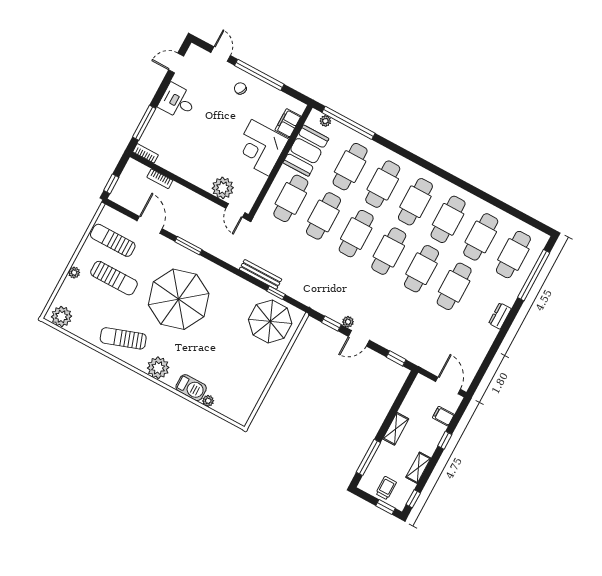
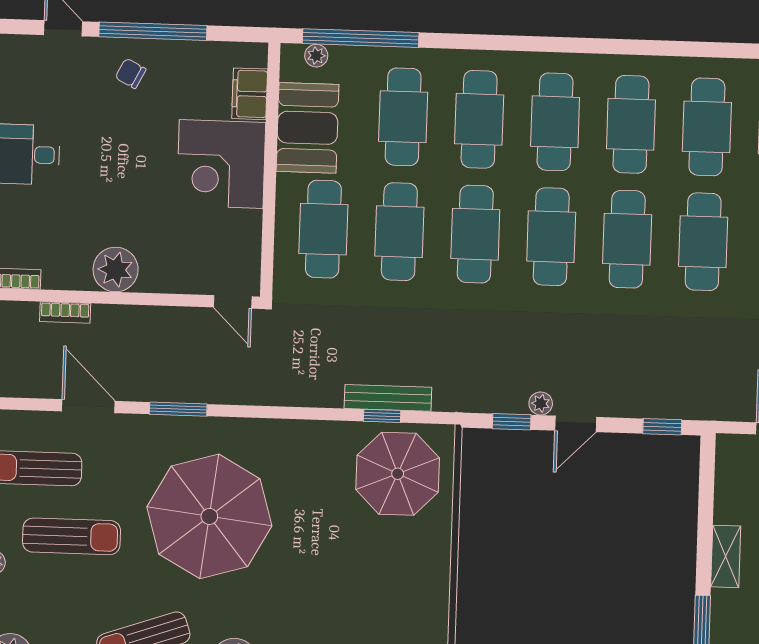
plant: (223, 188) -> (116, 270), moved
bench: (260, 274) -> (388, 398), moved

